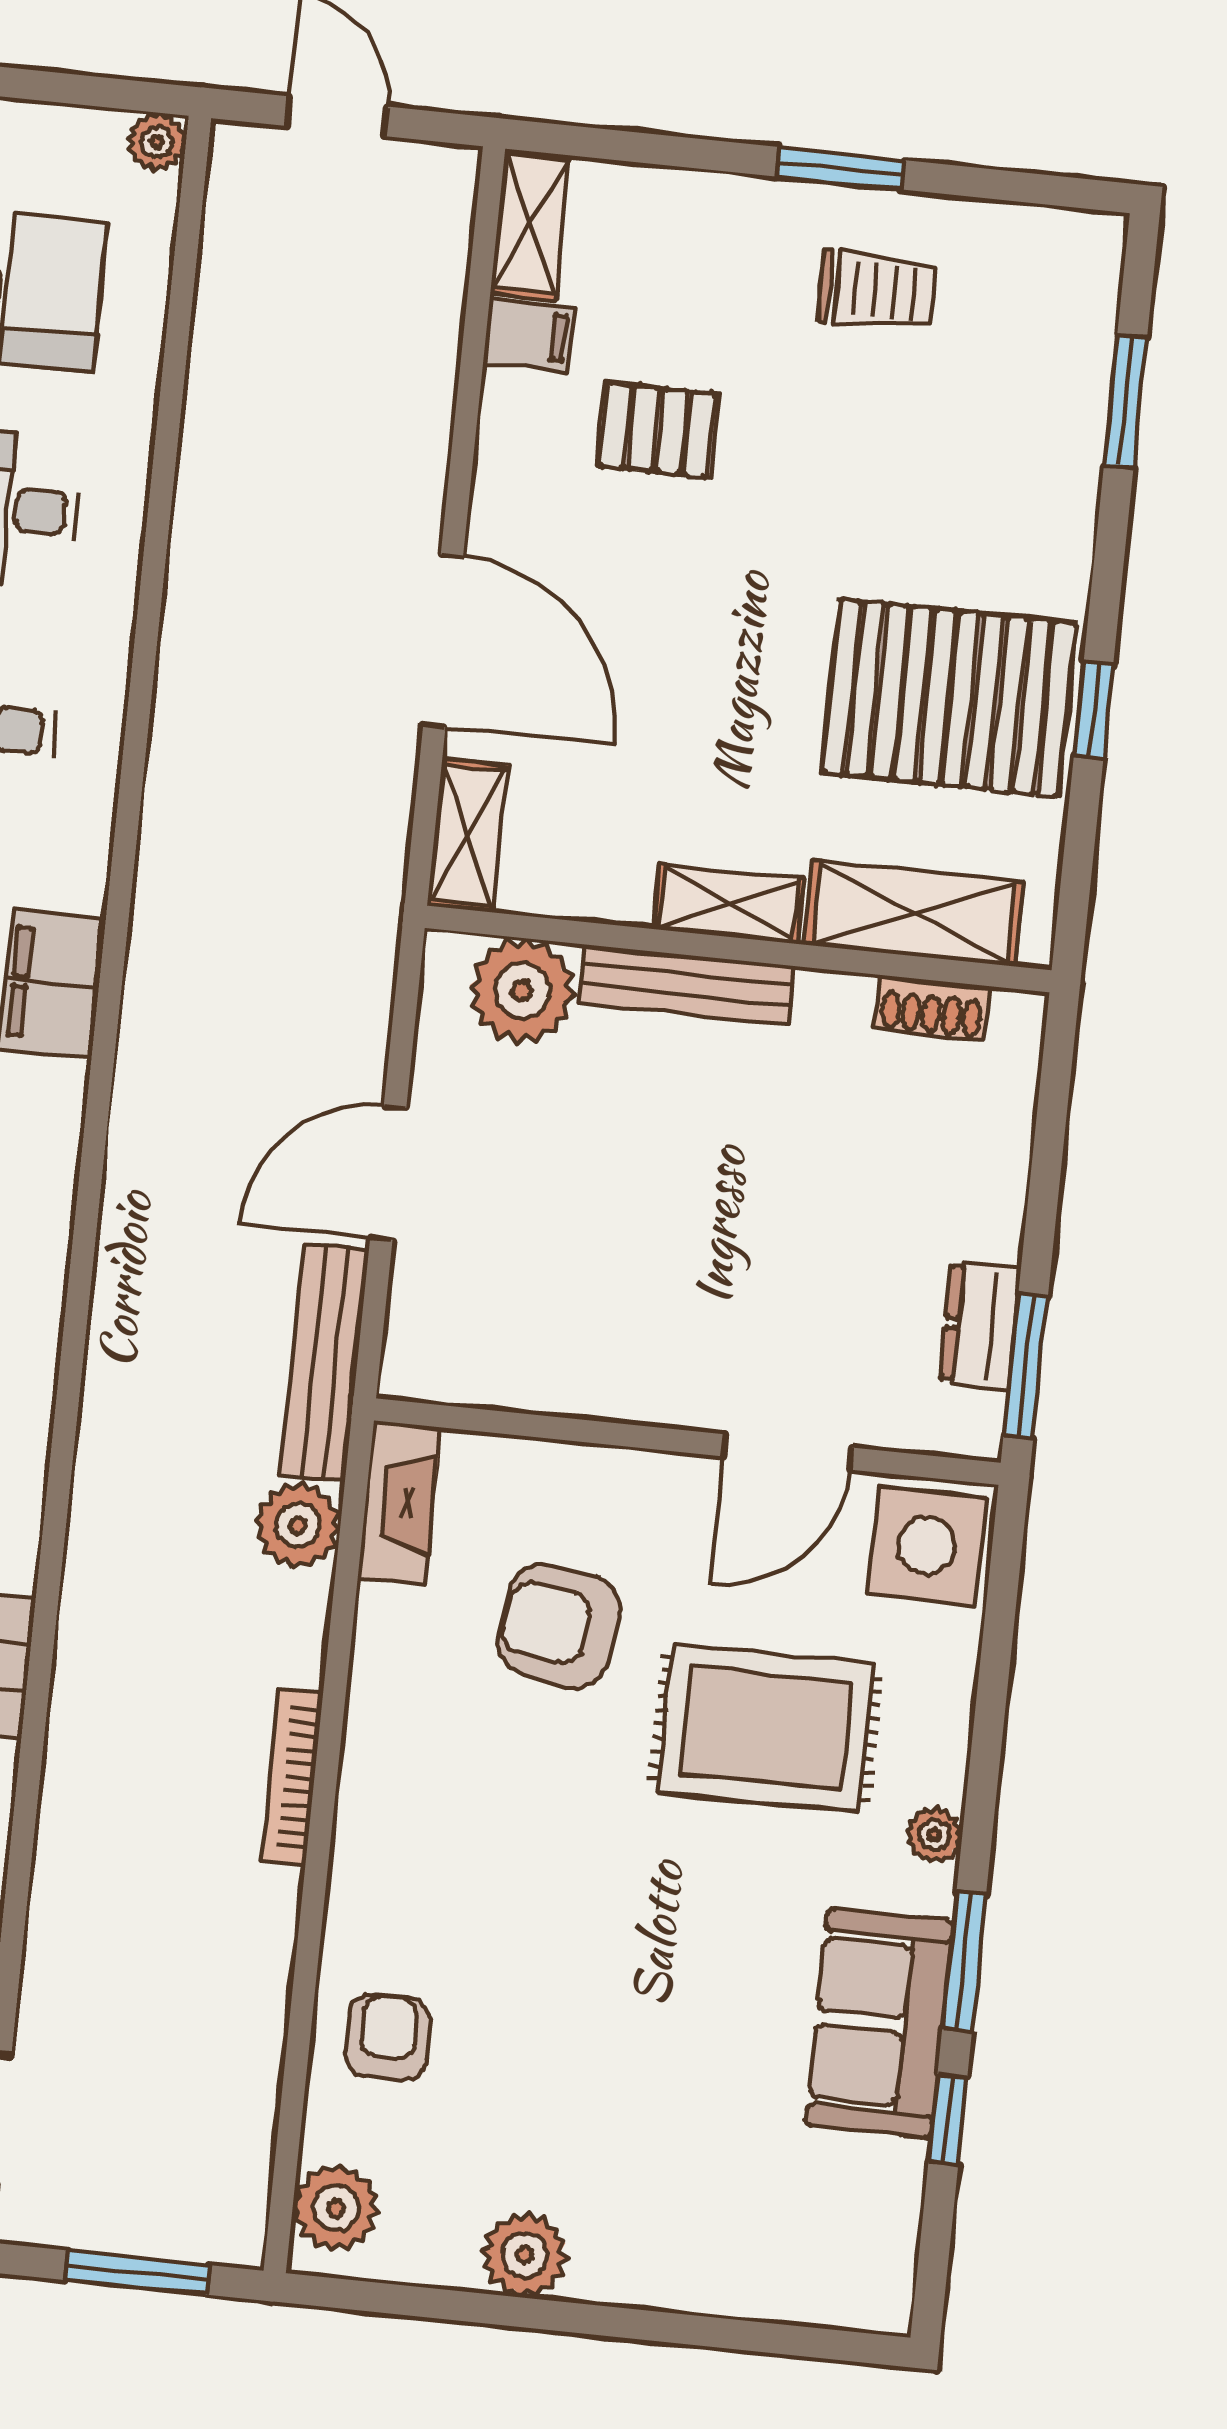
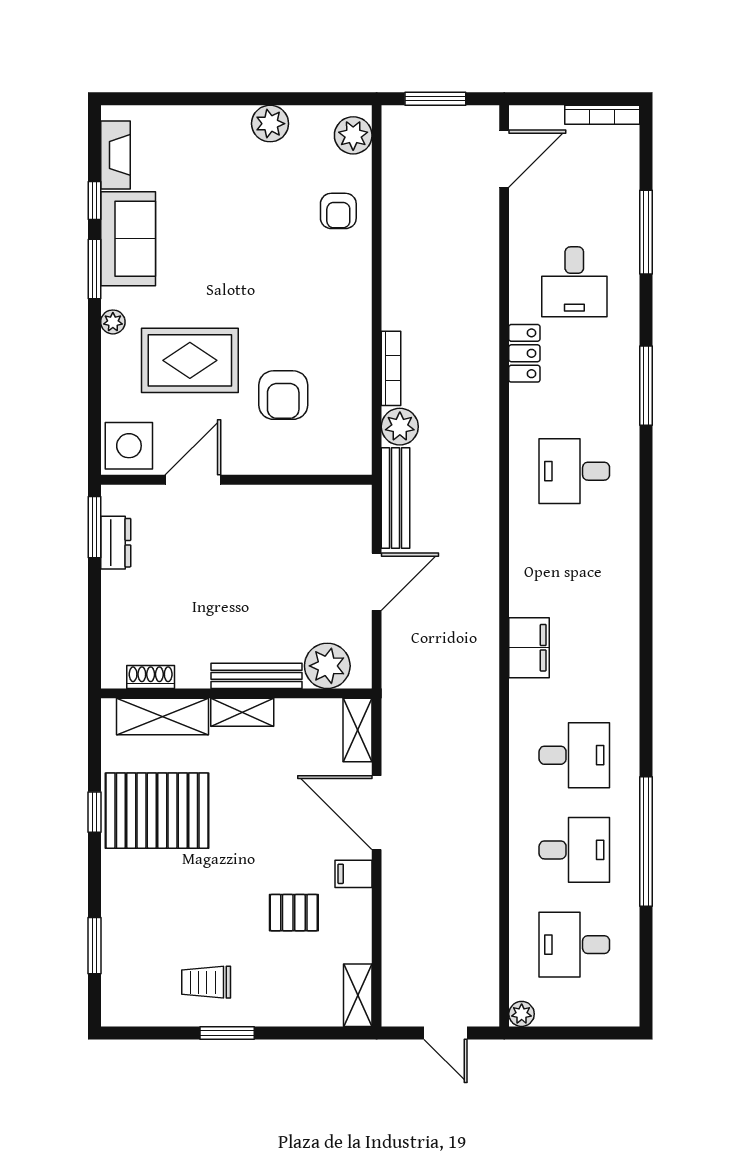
filing cabinet: (529, 335) -> (353, 874), moved
fireplace: (399, 1503) -> (115, 155), moved, turned 180
armchair: (559, 1626) -> (283, 395), turned 81
bookcase: (292, 1777) -> (391, 368), moved

